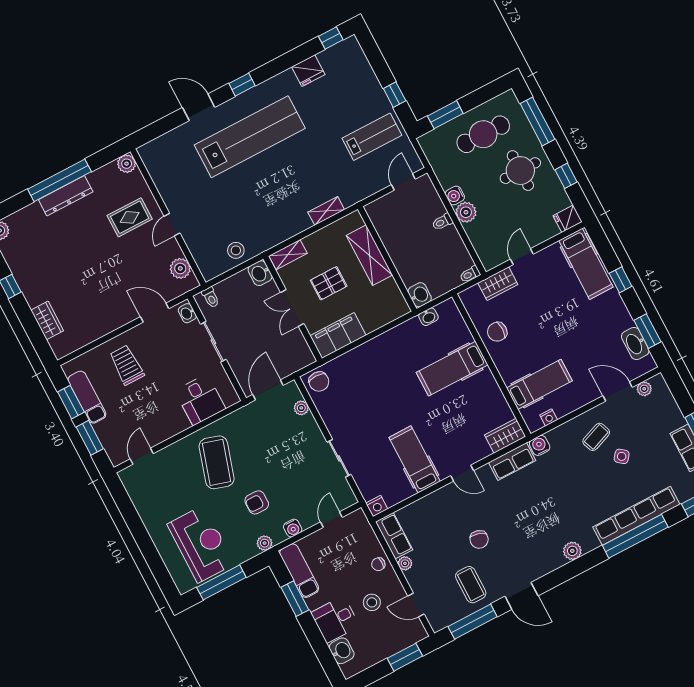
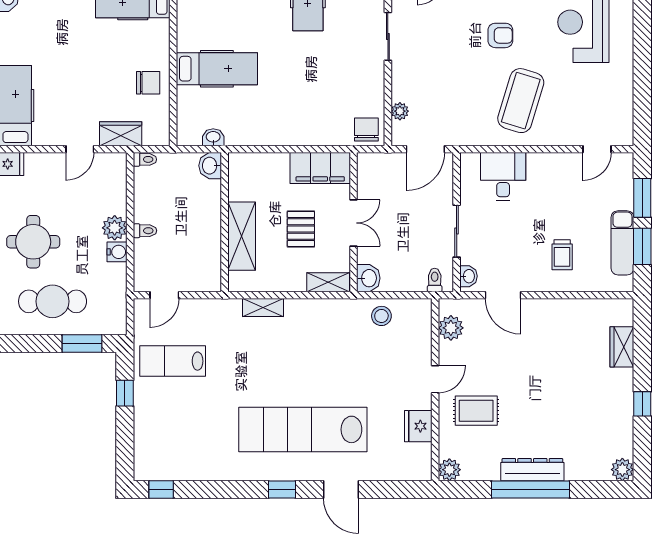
fridge: (308, 71) -> (418, 426), moved, turned -90
pallet: (329, 283) -> (301, 229), turned 90
trolley: (127, 365) -> (562, 255), width x0.73, depth x0.72

